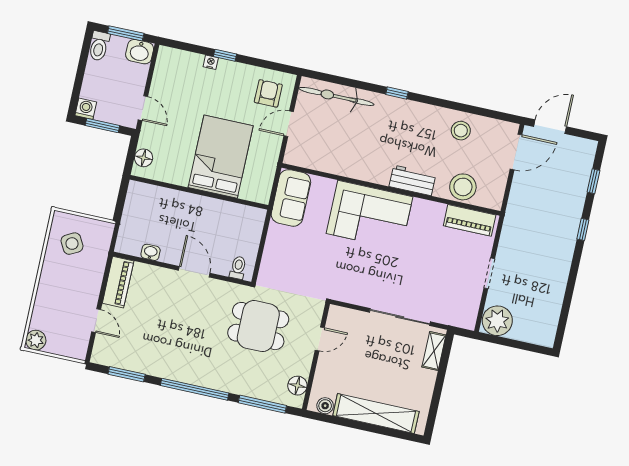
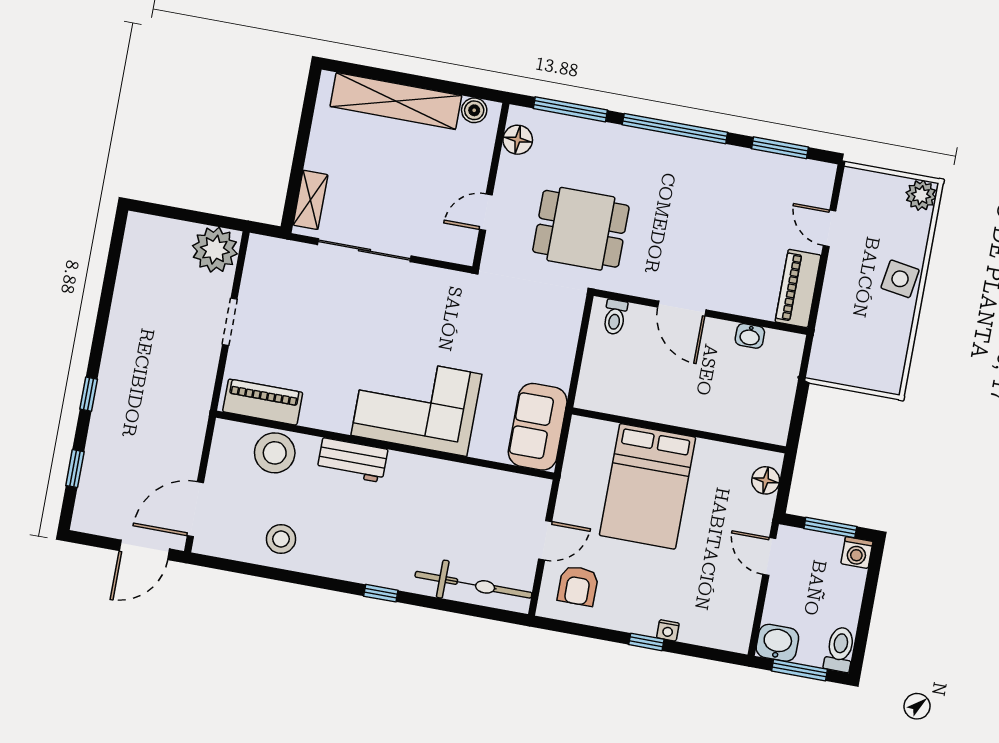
side table: (72, 244) -> (900, 279), moved, turned 37

